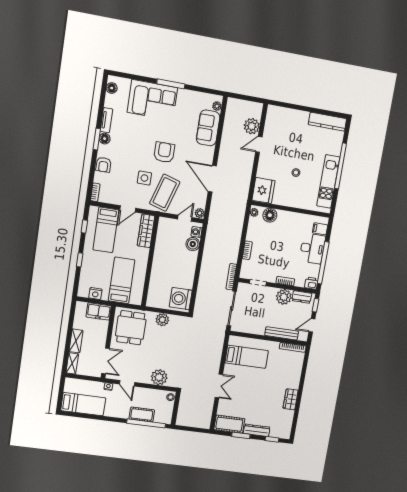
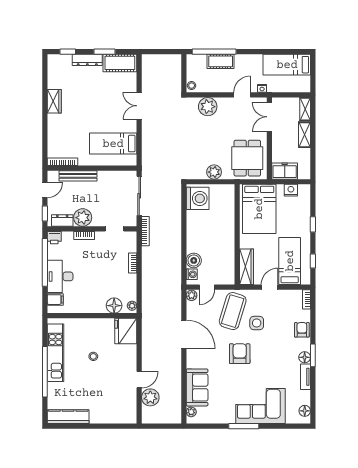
armchair: (164, 152) -> (240, 354), turned 180
bed: (122, 280) -> (259, 209), width x1.50
door: (127, 383) -> (242, 95), hinge flipped

